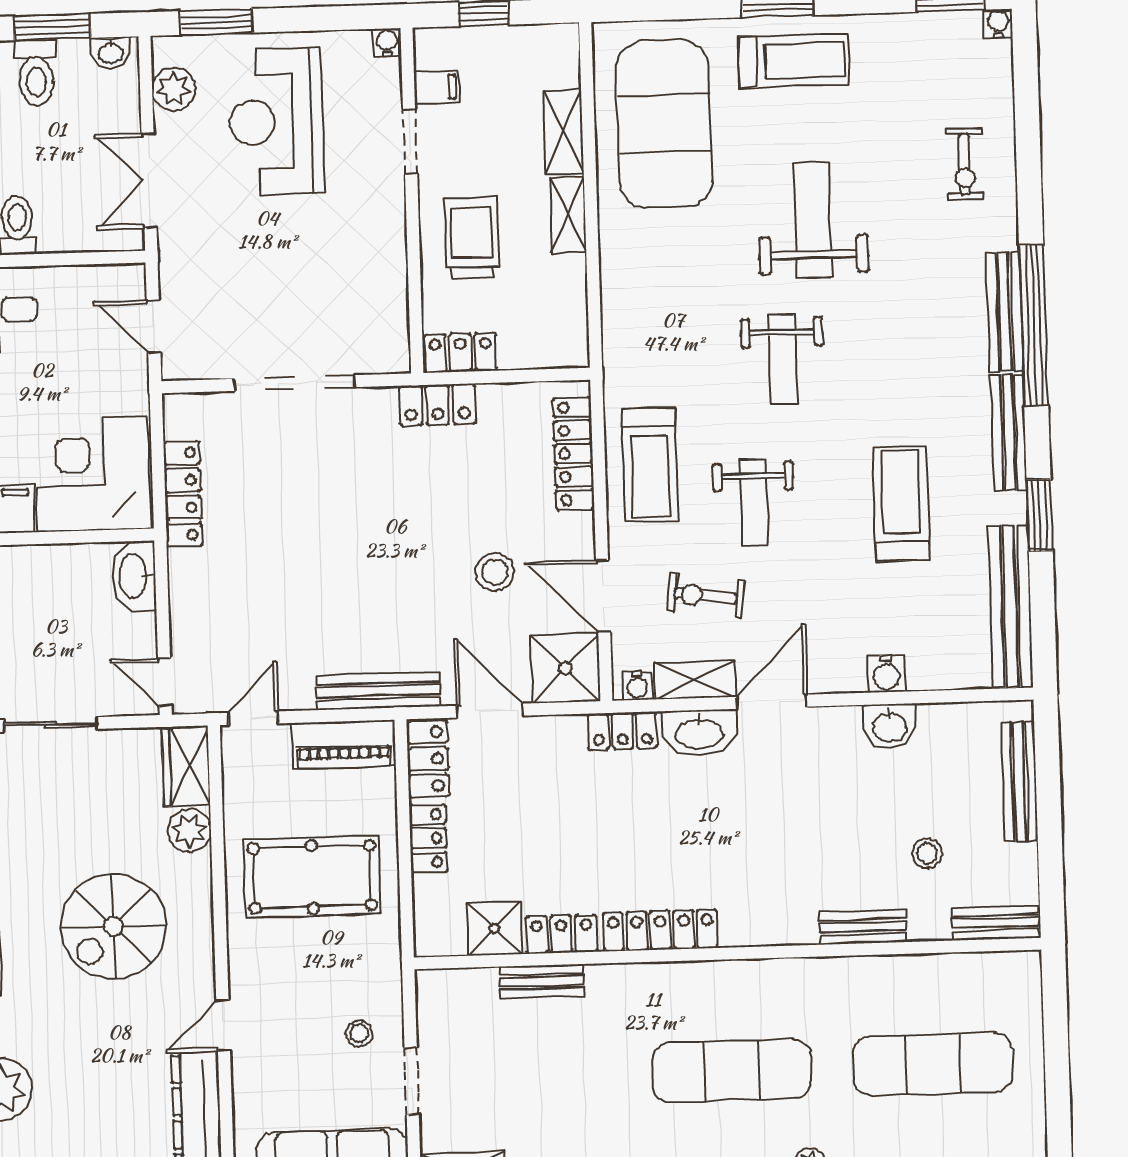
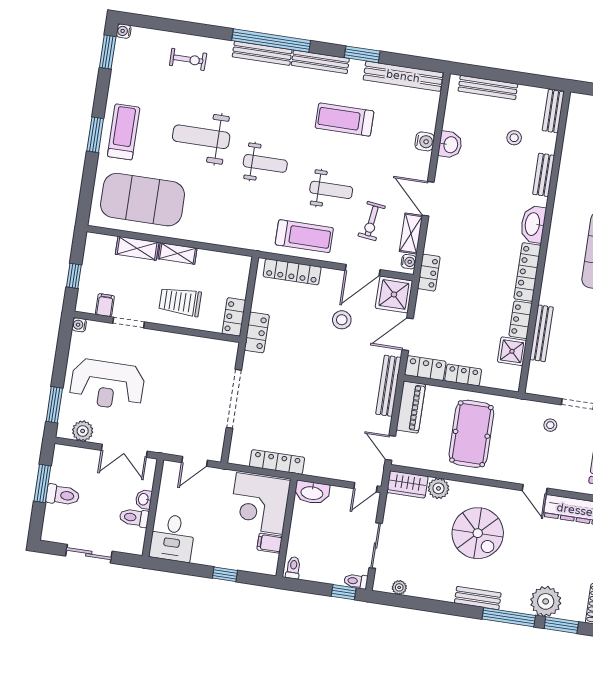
washbasin: (110, 53) -> (144, 499), moved, turned 180
washbasin: (699, 733) -> (533, 224), moved, turned 180
bench: (542, 981) -> (541, 333), width x1.36

